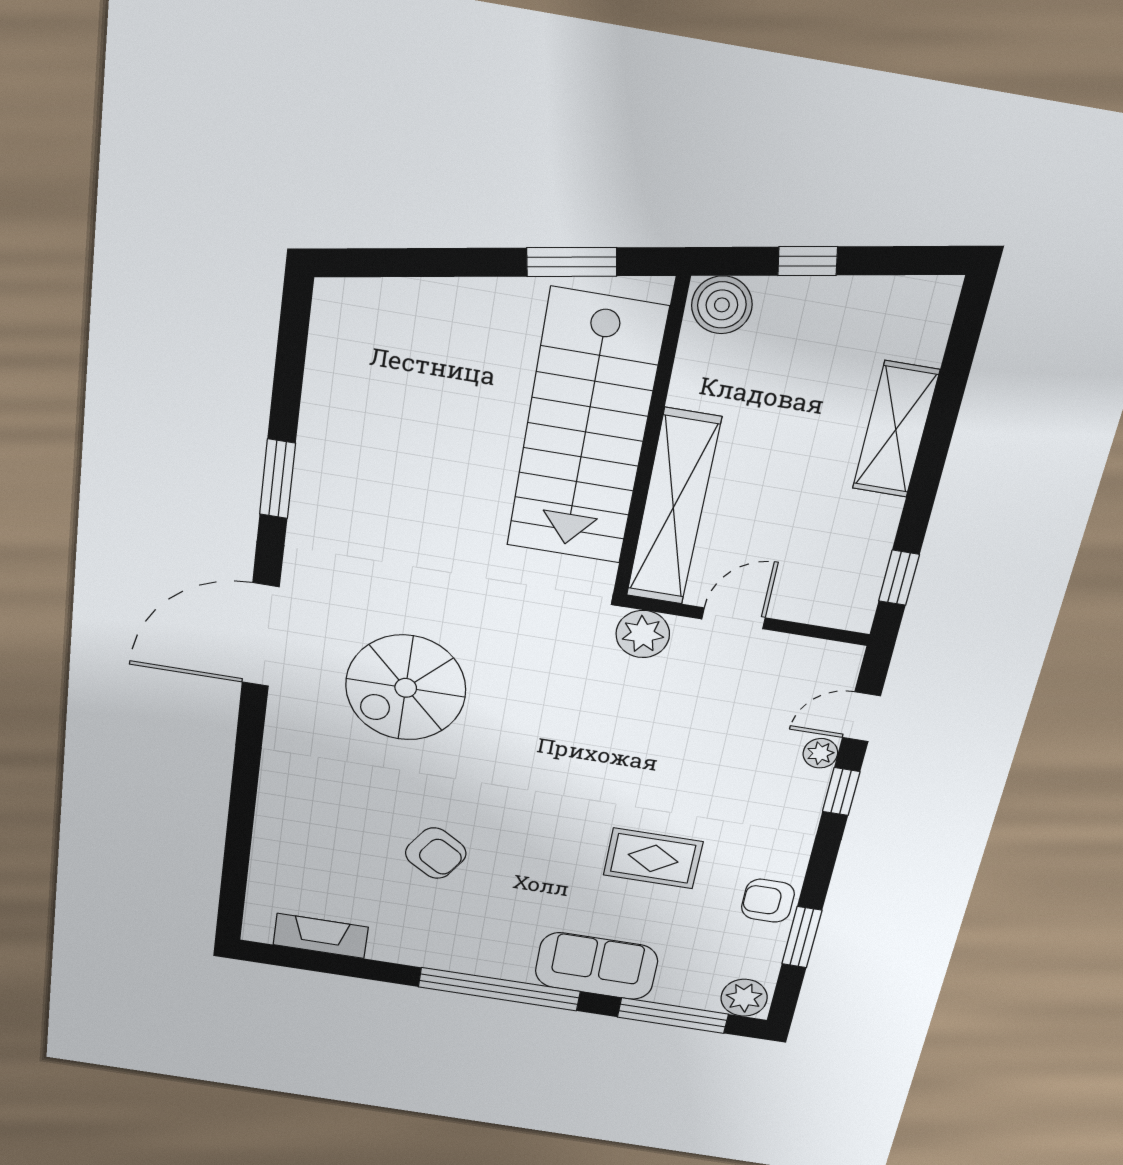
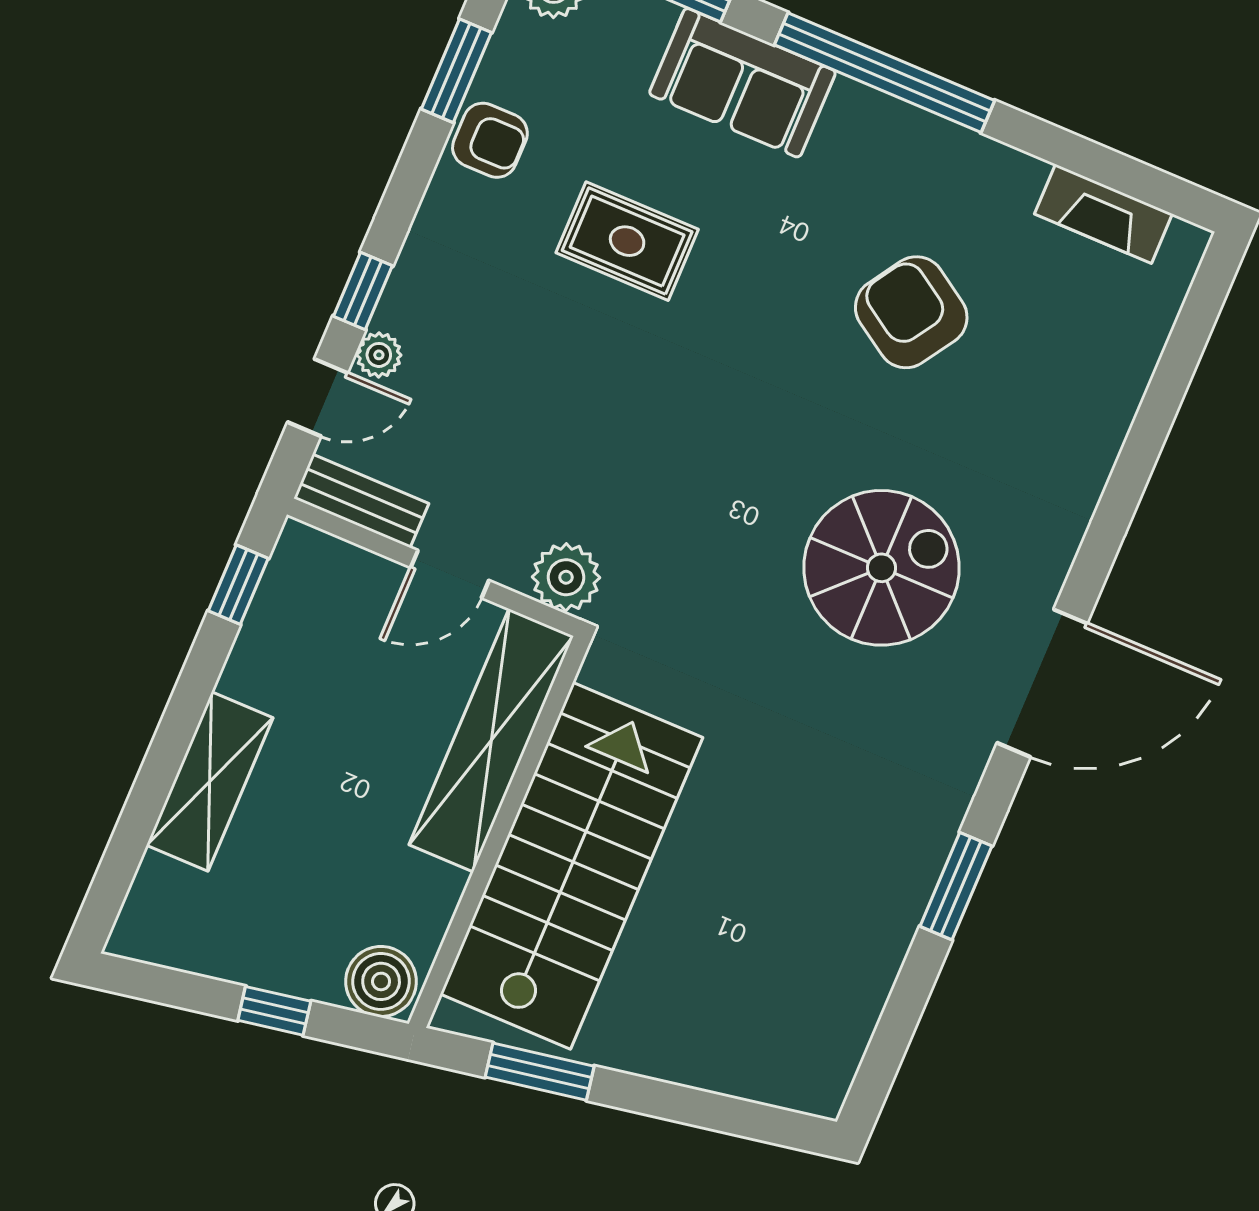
bench: (813, 655) -> (361, 501), added
armchair: (436, 853) -> (911, 312), width x1.38, depth x1.38

